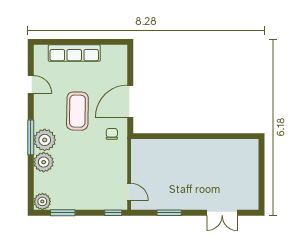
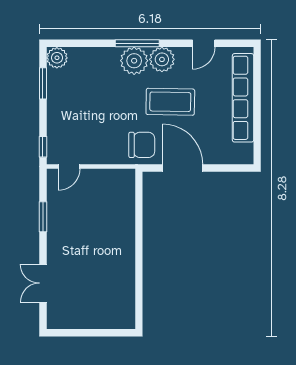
row of seats: (74, 53) -> (243, 98), width x1.36
chair: (112, 134) -> (142, 145), width x1.87, depth x1.87
plant: (44, 162) -> (162, 59), moved

